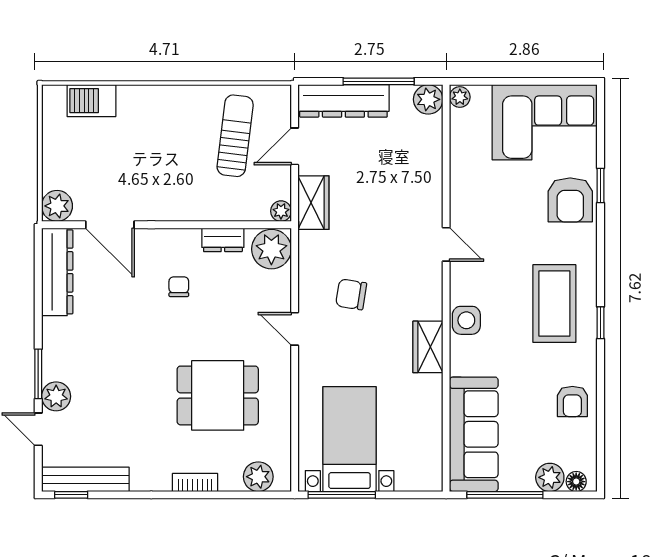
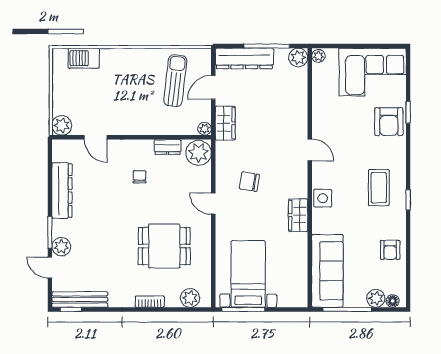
door: (110, 225) -> (96, 137), width x0.73
dresser: (57, 272) -> (62, 191), moved
coffee table: (554, 304) -> (379, 188), width x0.73, depth x0.76

